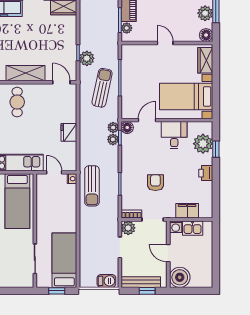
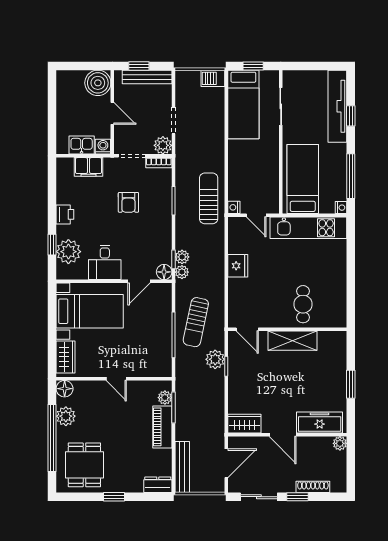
barbecue: (106, 281) -> (213, 78), moved

